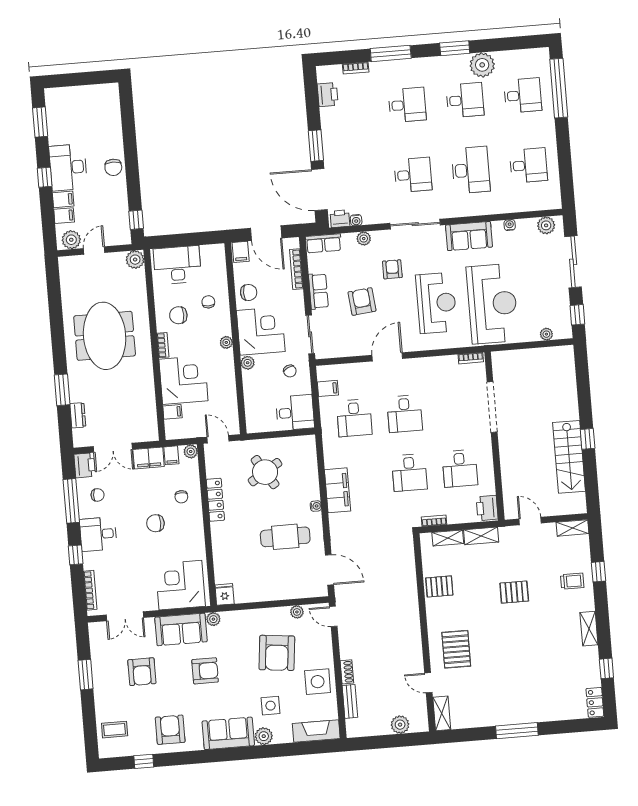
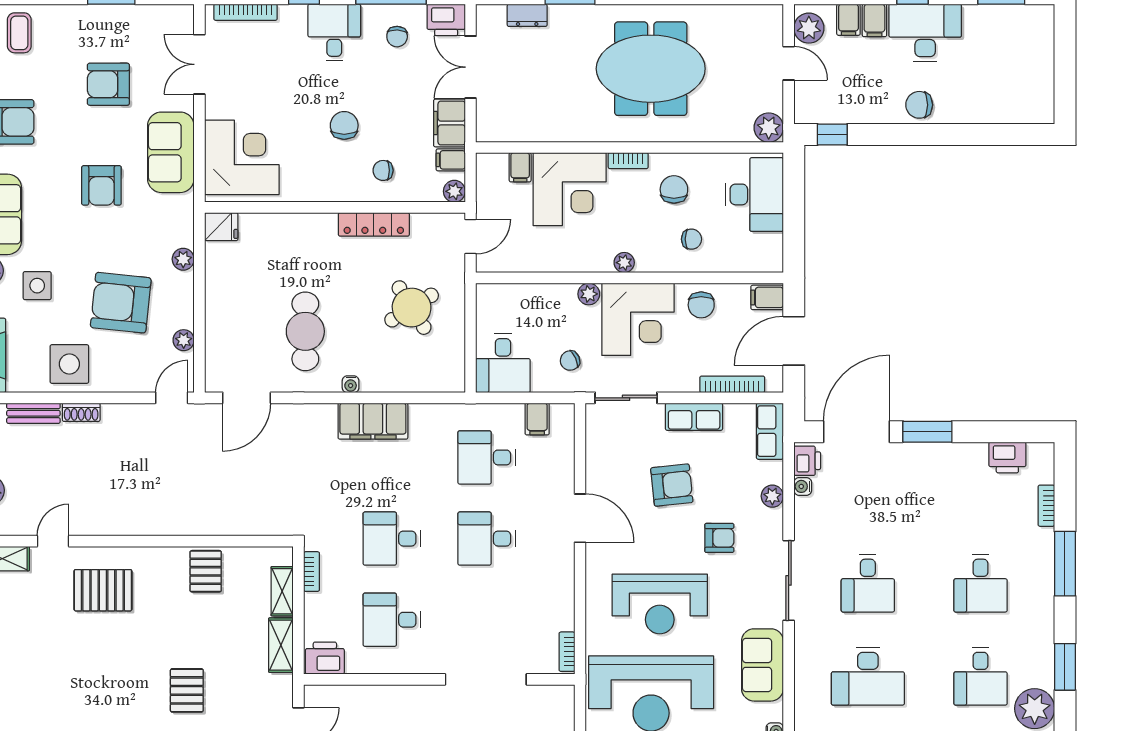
plant: (213, 619) -> (183, 259), moved

